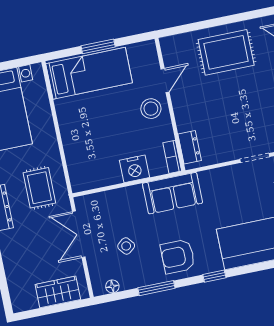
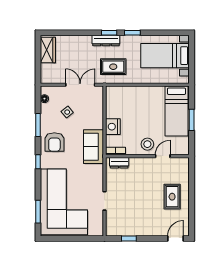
rug: (226, 52) -> (172, 197), width x0.73, depth x0.70
door: (165, 80) -> (163, 156), swing flipped
armchair: (178, 256) -> (54, 142), turned 180
wardrobe: (58, 292) -> (48, 50), moved

